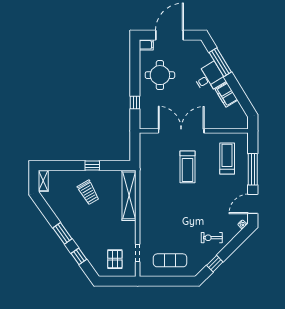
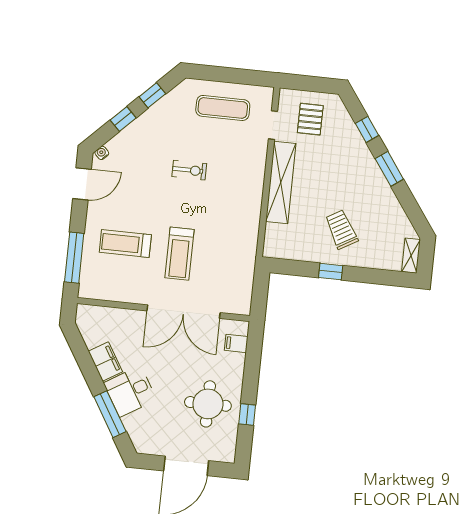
filing cabinet: (146, 45) -> (236, 343), moved
window: (135, 103) -> (247, 414), moved
treadmill: (227, 159) -> (125, 244), moved, turned 90
treadmill: (187, 167) -> (180, 254), turned 180
window: (253, 169) -> (74, 258), moved
shelving: (129, 195) -> (281, 182), moved
exercise bike: (212, 238) -> (189, 170), moved
window: (231, 247) -> (123, 119), added

